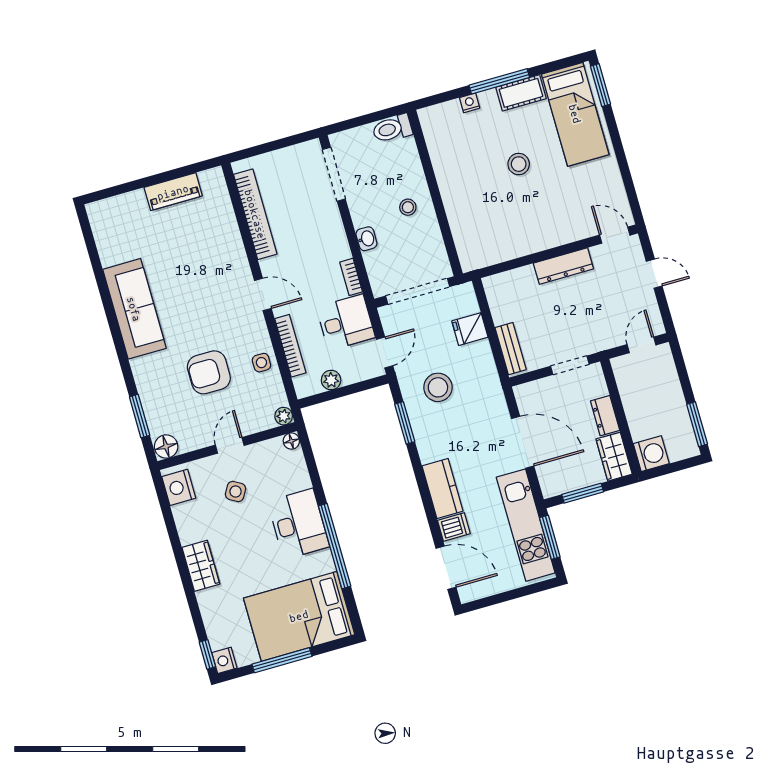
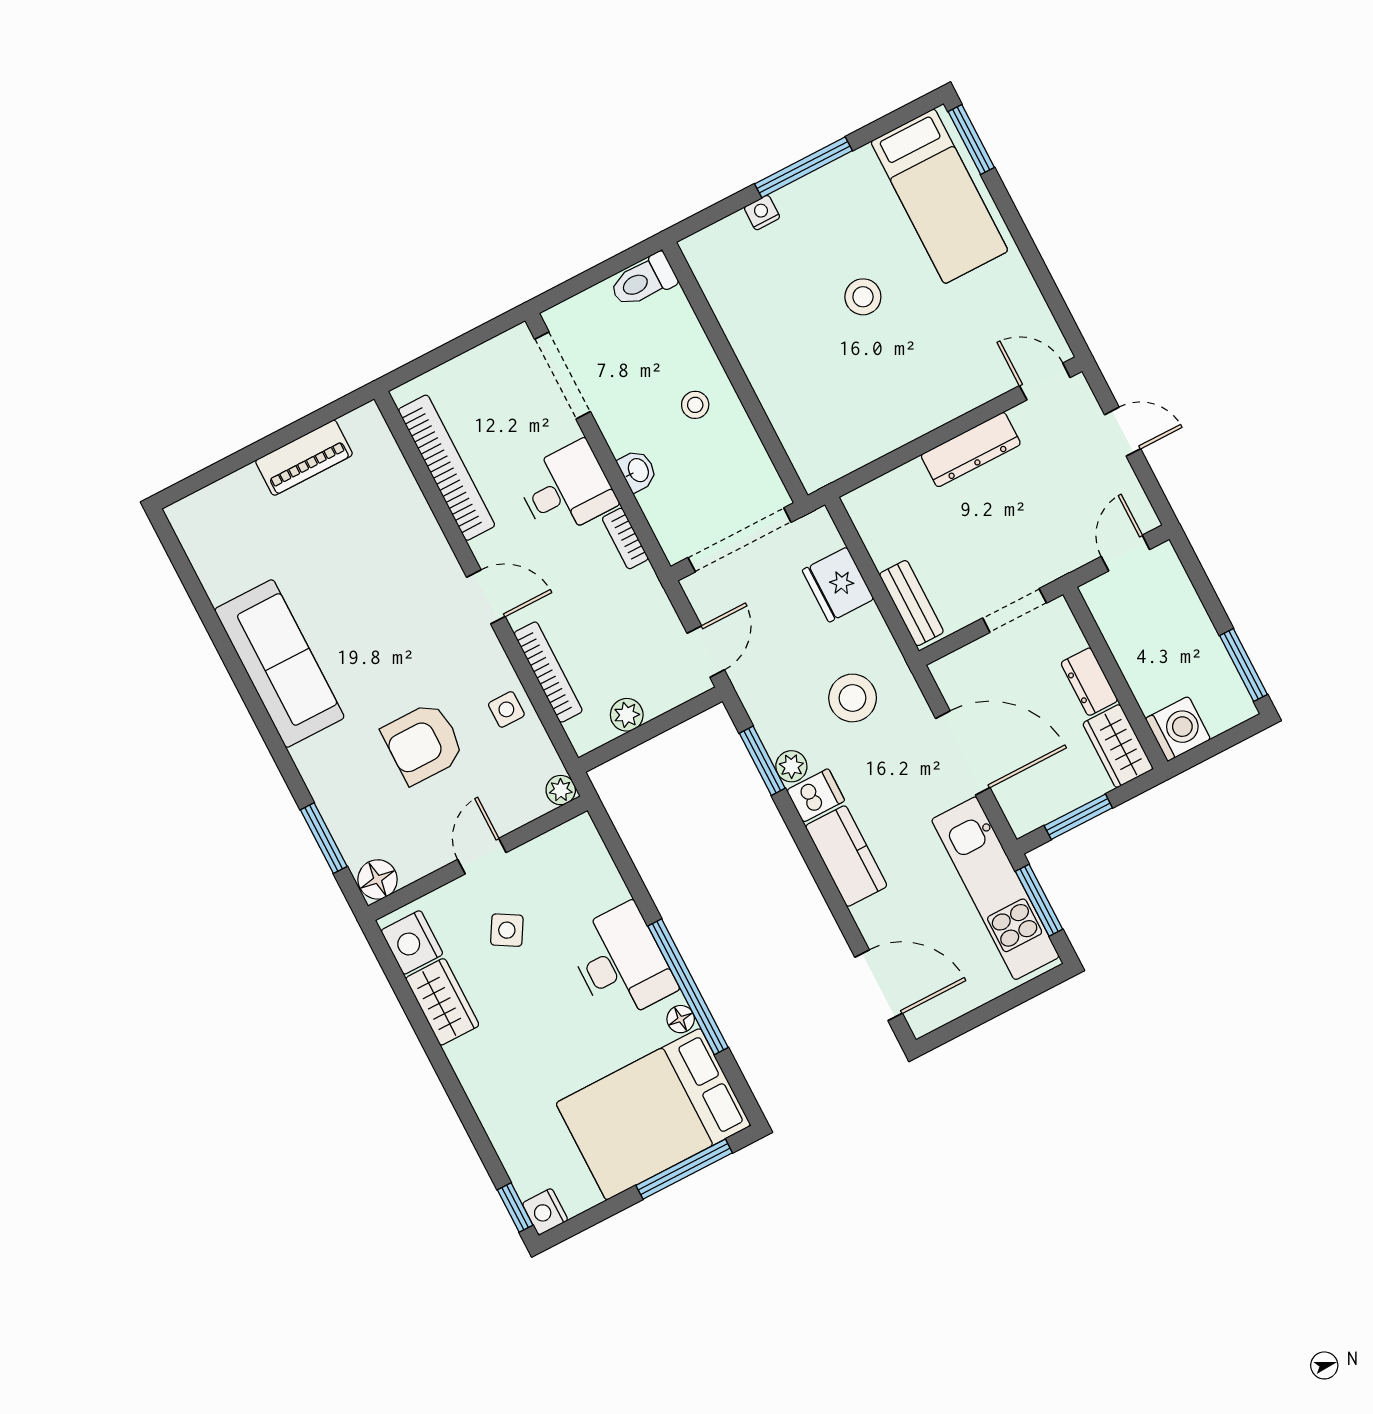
cot: (521, 93) -> (843, 179), removed
desk: (346, 322) -> (566, 489), moved
fridge: (470, 329) -> (838, 585), width x1.38
stool: (438, 387) -> (853, 698), moved
plant: (421, 430) -> (791, 766), added
floor lamp: (291, 441) -> (681, 1019), moved
dishwasher: (454, 527) -> (816, 795), moved
wardrobe: (201, 566) -> (442, 1002), moved
window: (282, 660) -> (684, 1169), moved

